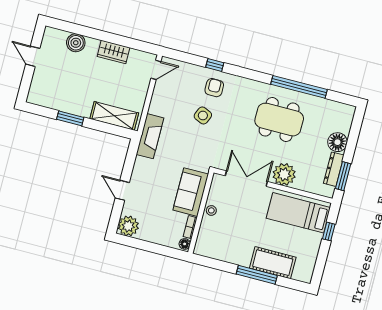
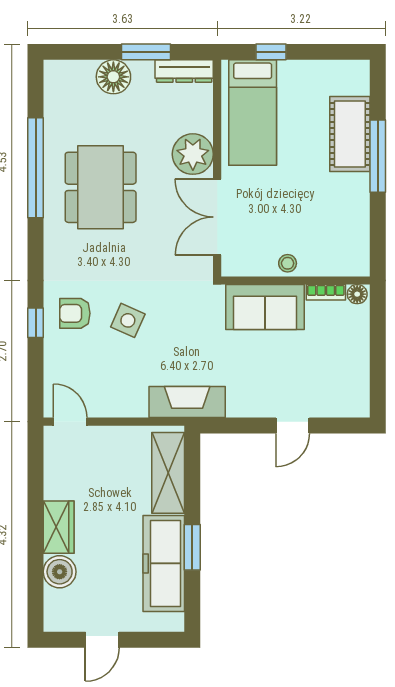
wardrobe: (113, 52) -> (59, 527), moved
freezer: (66, 101) -> (164, 563), added
dresser: (334, 169) -> (184, 71), moved
window: (343, 176) -> (146, 52), moved
plant: (128, 226) -> (351, 399), removed

